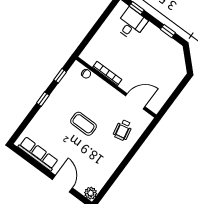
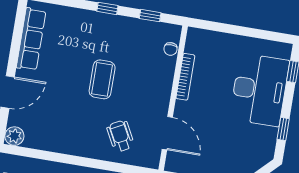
desk: (131, 24) -> (259, 90), width x1.87, depth x1.30
wheelchair: (123, 130) -> (120, 136), turned 74

